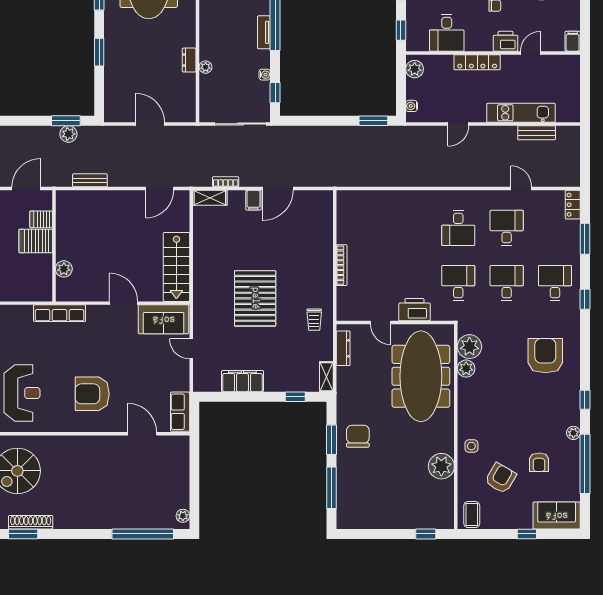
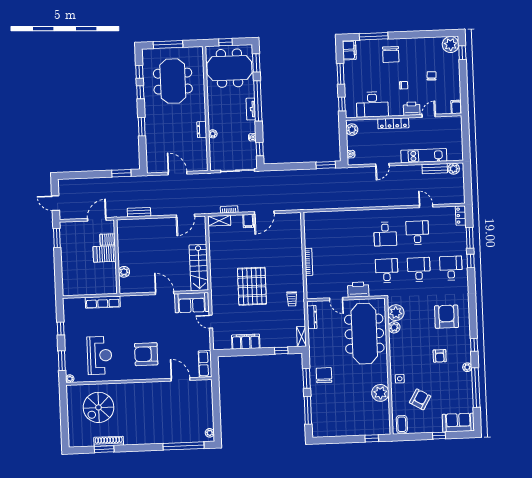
desk: (447, 33) -> (372, 105), width x1.37
plant: (68, 134) -> (454, 169), moved
window: (585, 299) -> (471, 261), moved
row of seats: (60, 313) -> (103, 302), moved
armchair: (539, 462) -> (440, 356), moved

